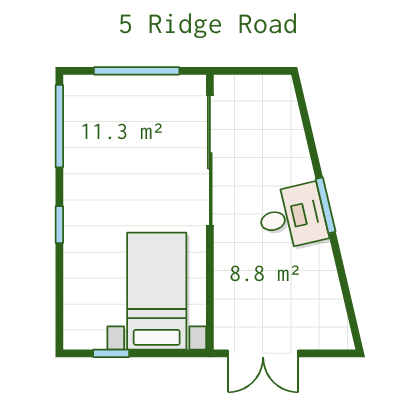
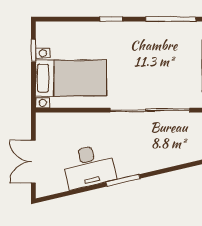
desk: (292, 217) -> (89, 166), moved, width x1.37
double door: (263, 353) -> (33, 162), moved

